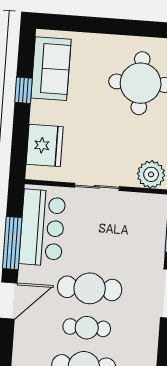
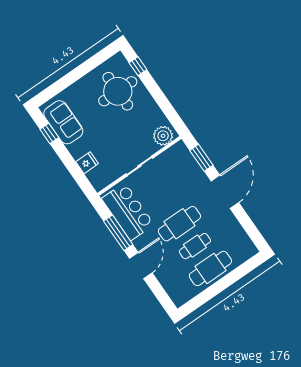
window: (23, 90) -> (49, 133), moved
fridge: (45, 145) -> (87, 163), width x0.53, depth x0.75

